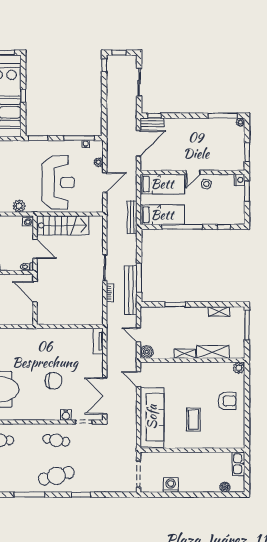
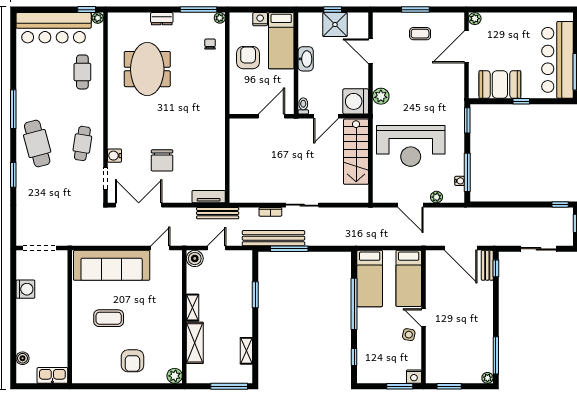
bench: (132, 217) -> (218, 213), moved
washing machine: (28, 221) -> (356, 101), width x1.89, depth x1.89
chair: (54, 381) -> (162, 160), moved

